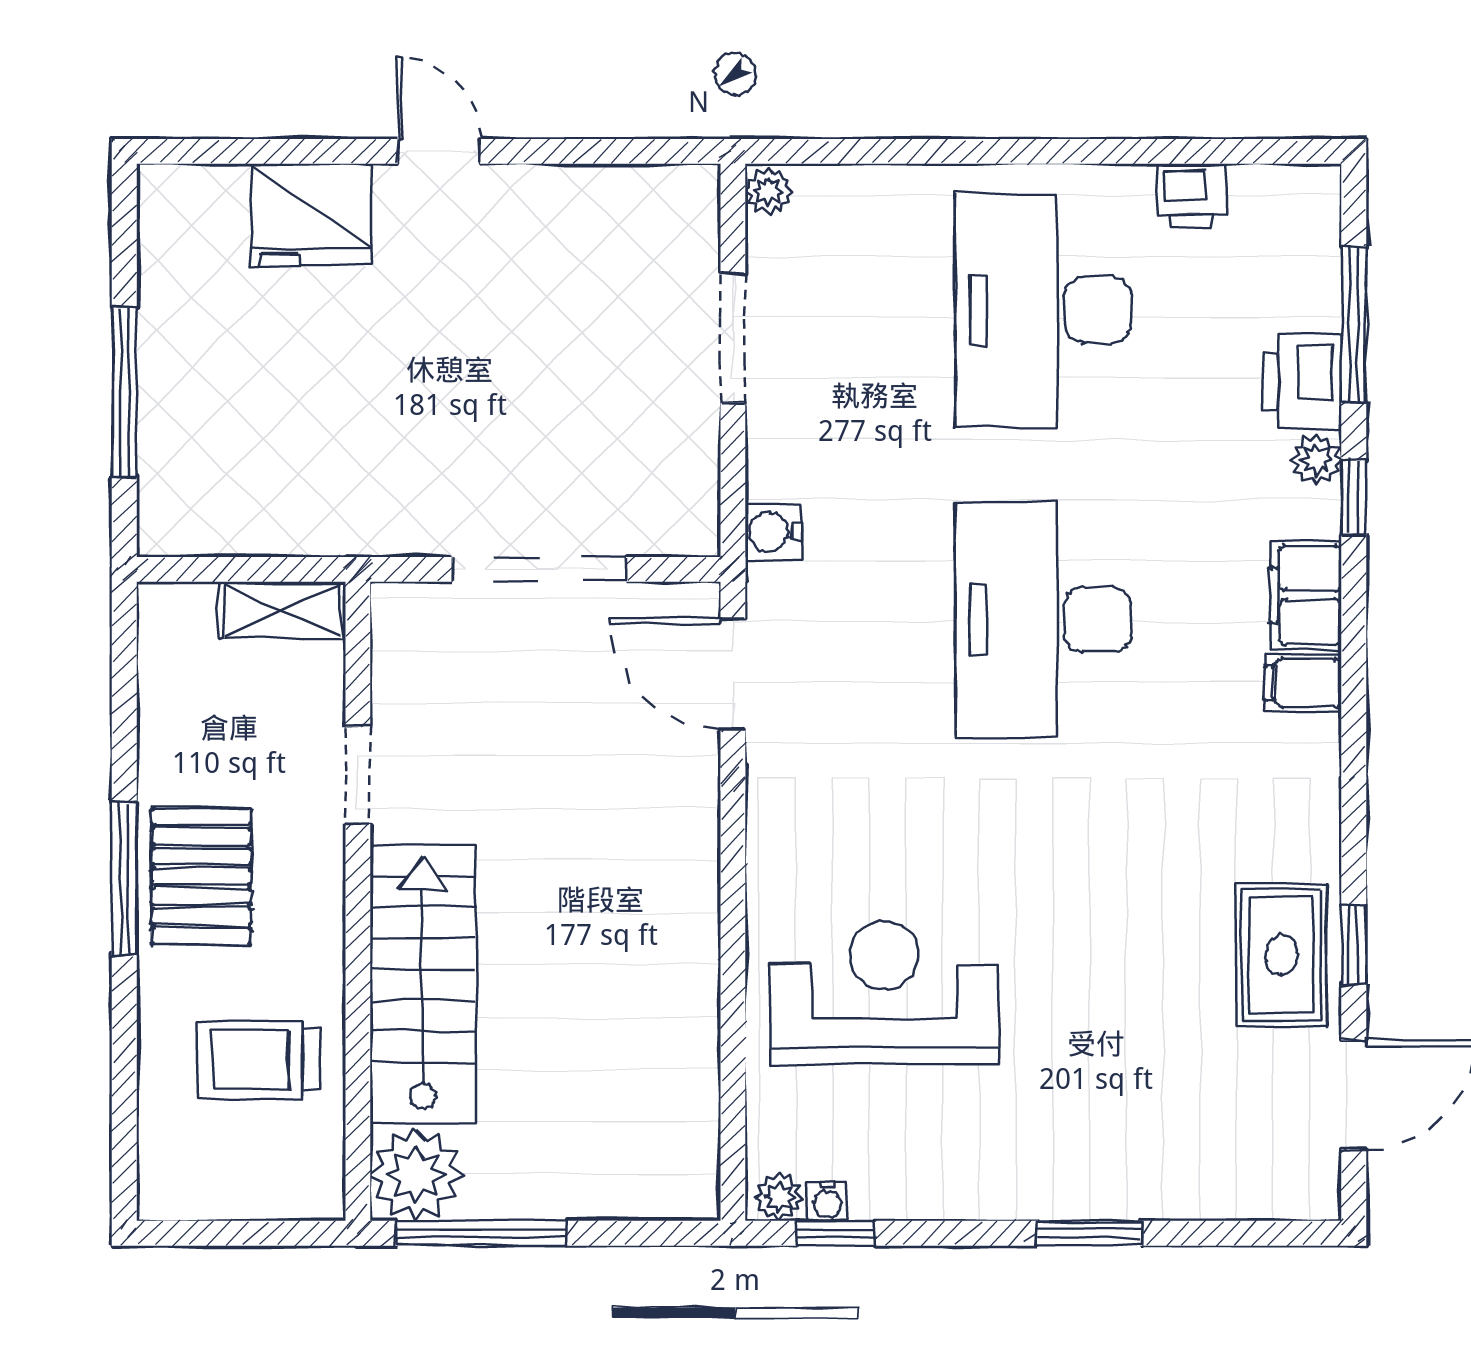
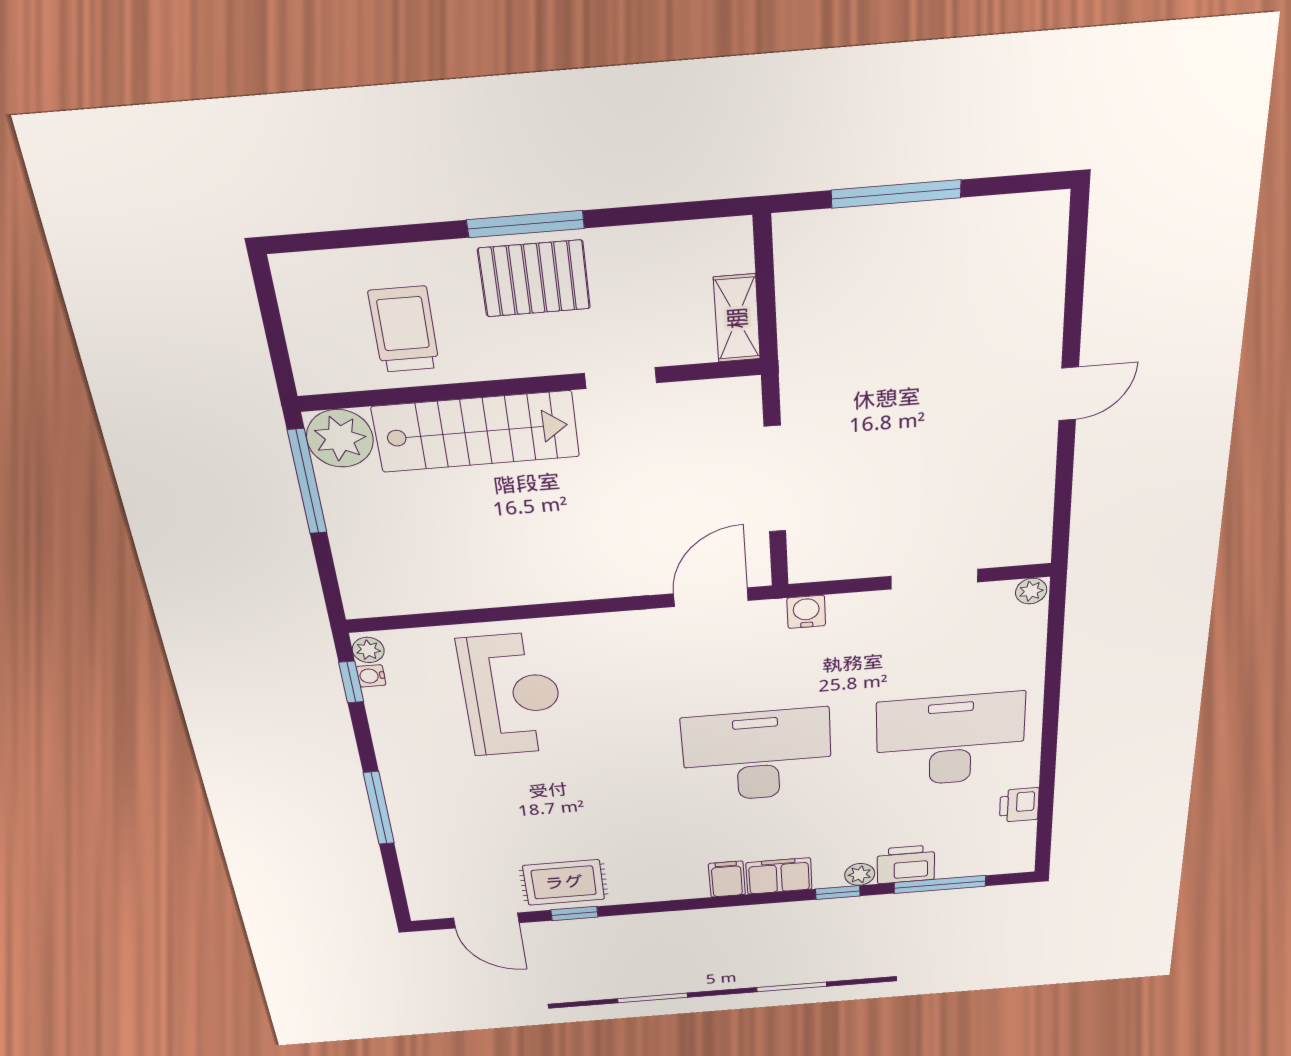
fridge: (311, 215) -> (1027, 314), removed
window: (1090, 1233) -> (379, 808), width x1.44

